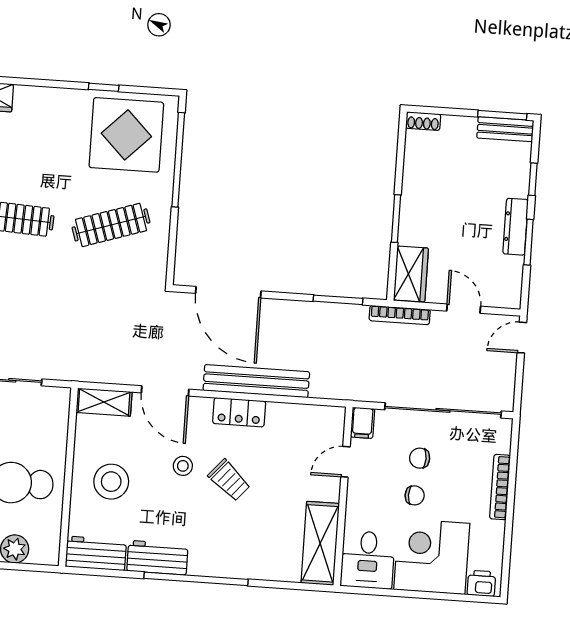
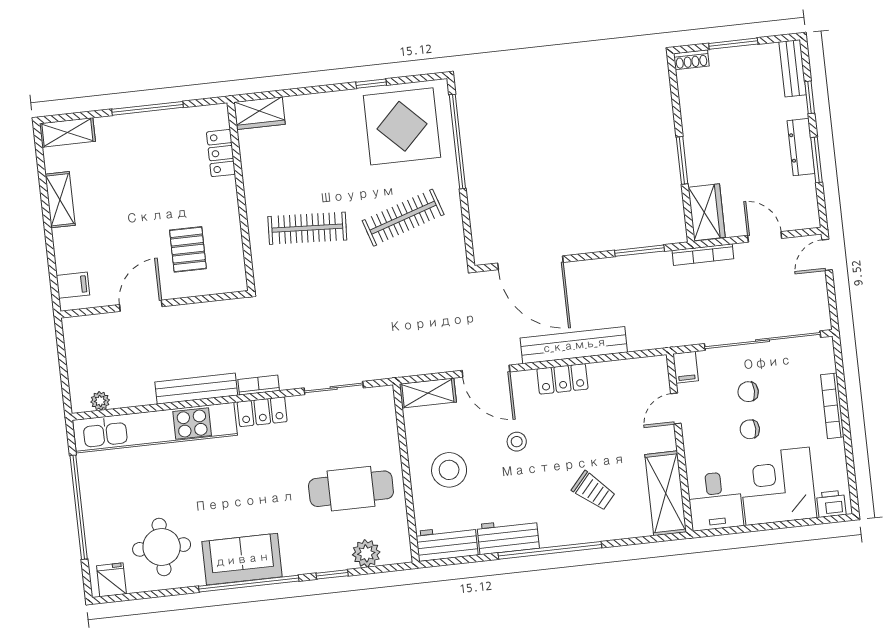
window: (502, 115) -> (733, 44), moved
bench: (505, 129) -> (793, 68), moved, turned 90
trolley: (229, 480) -> (593, 491), moved
chair: (415, 495) -> (750, 429), turned 180

